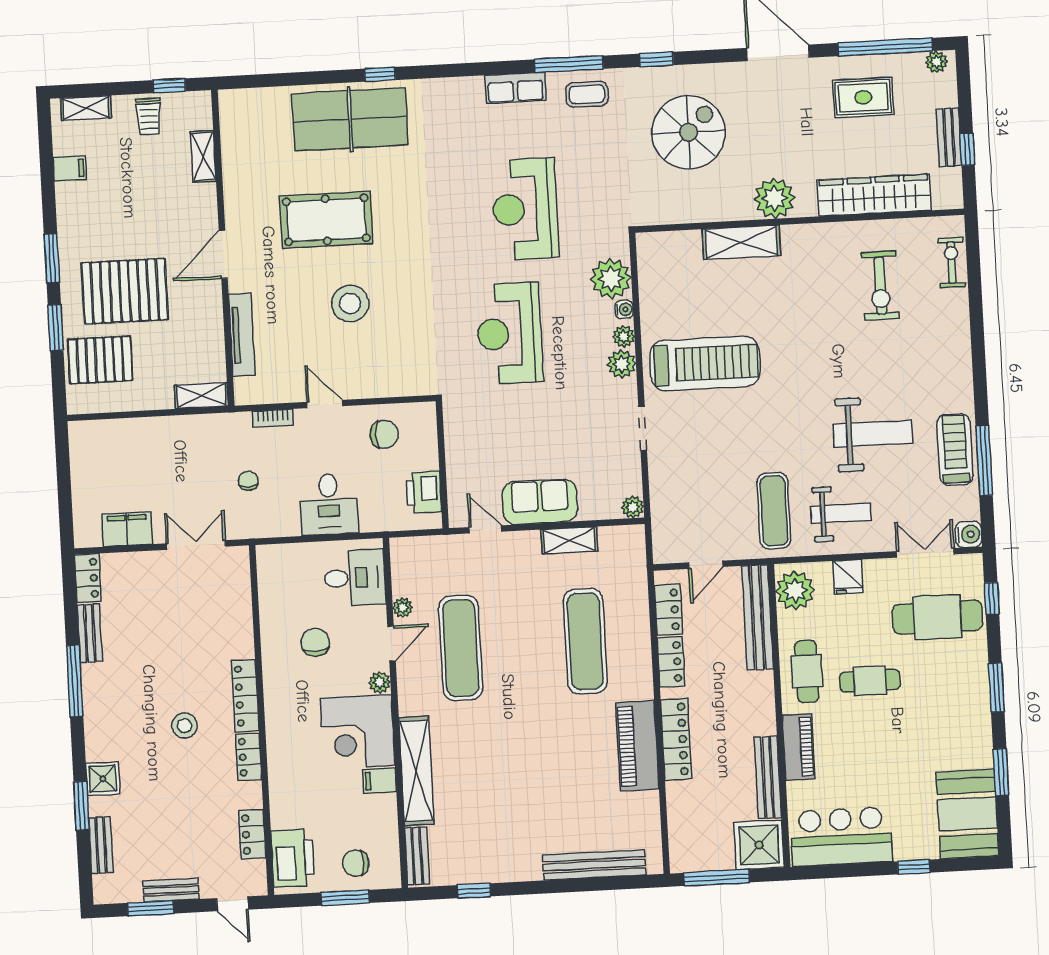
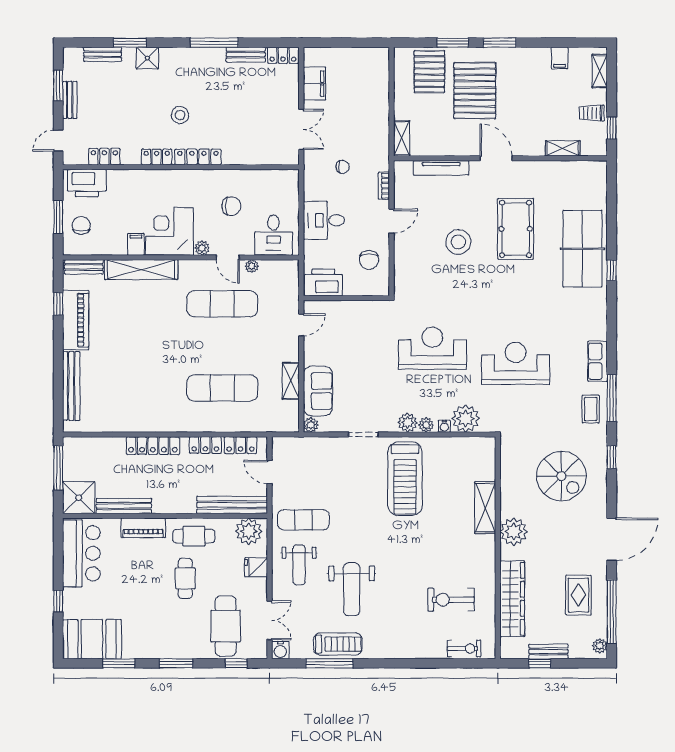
printer: (424, 492) -> (323, 282), width x1.37, depth x1.19
sofa: (540, 502) -> (318, 391), moved
piano: (637, 746) -> (76, 320), moved, turned 90

